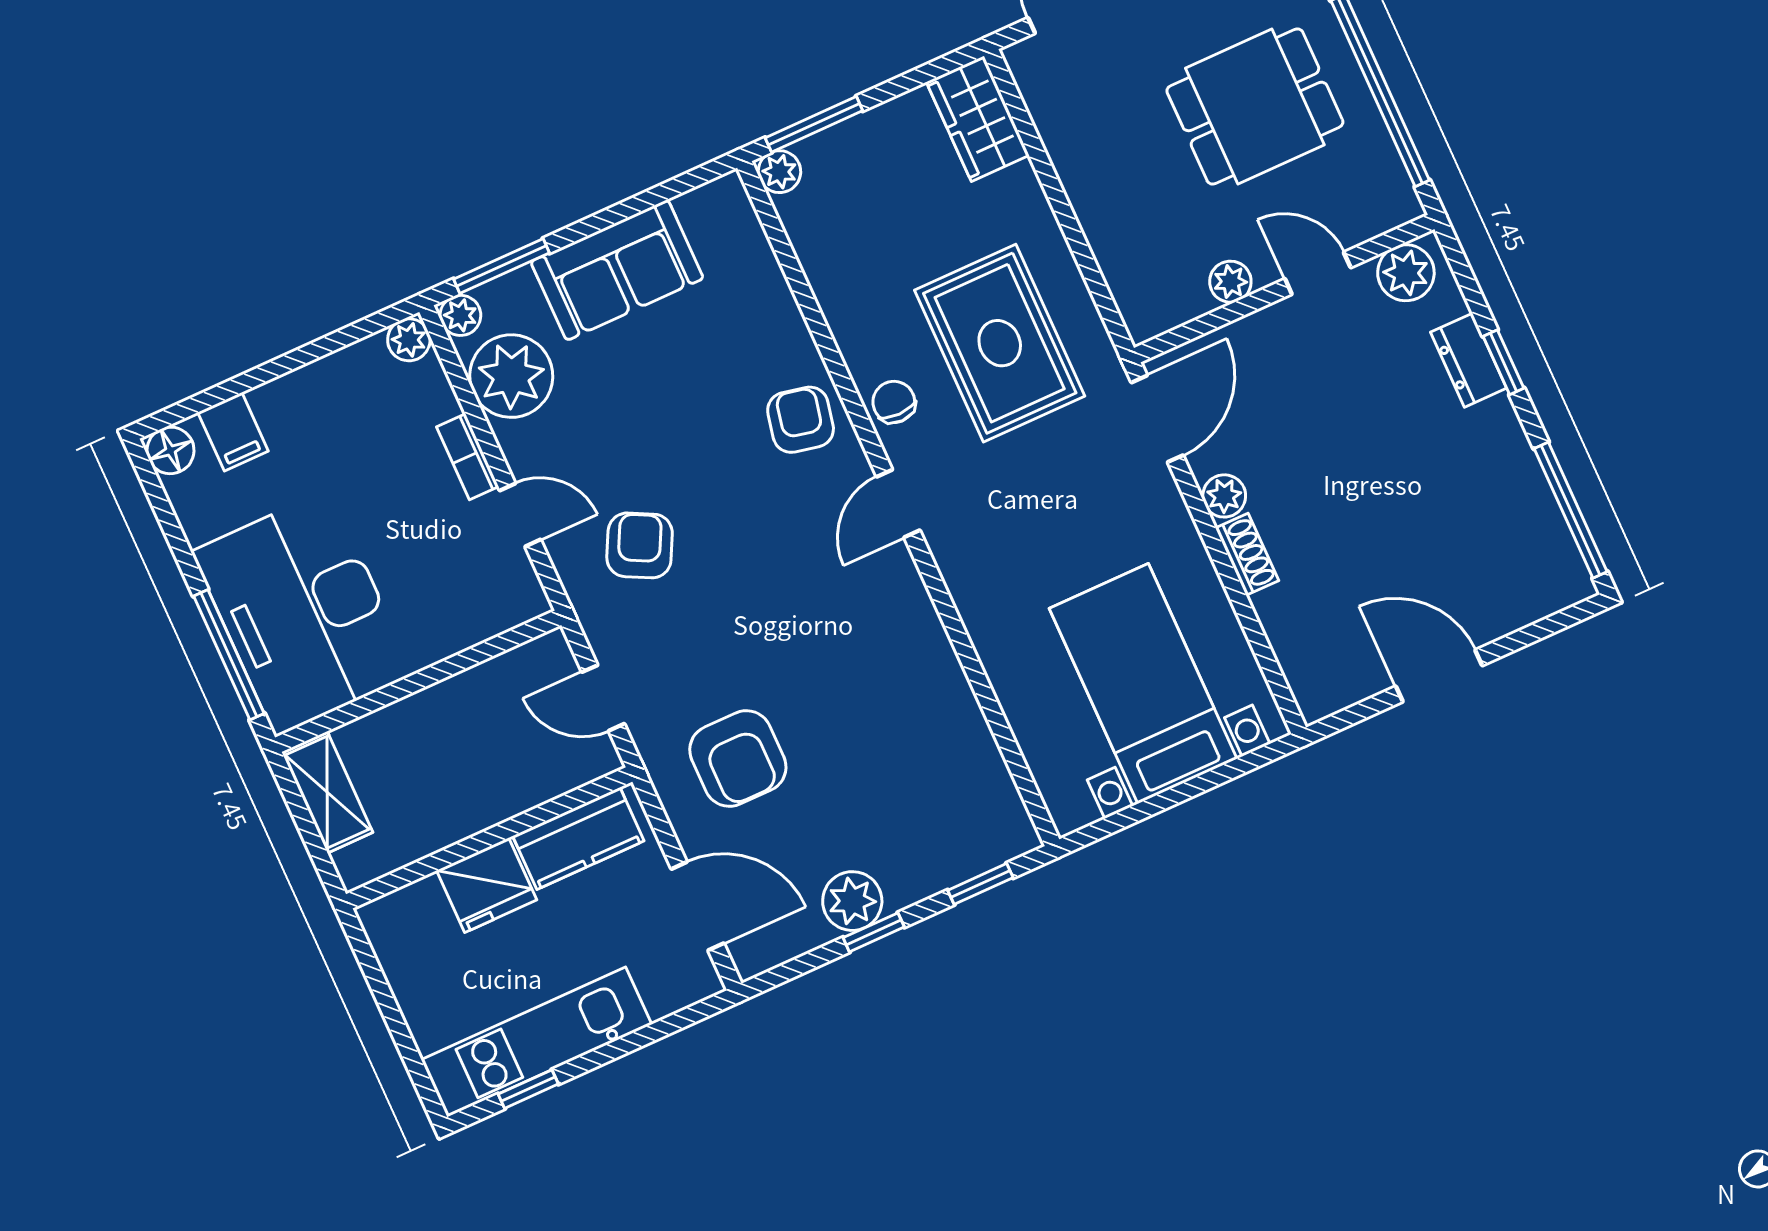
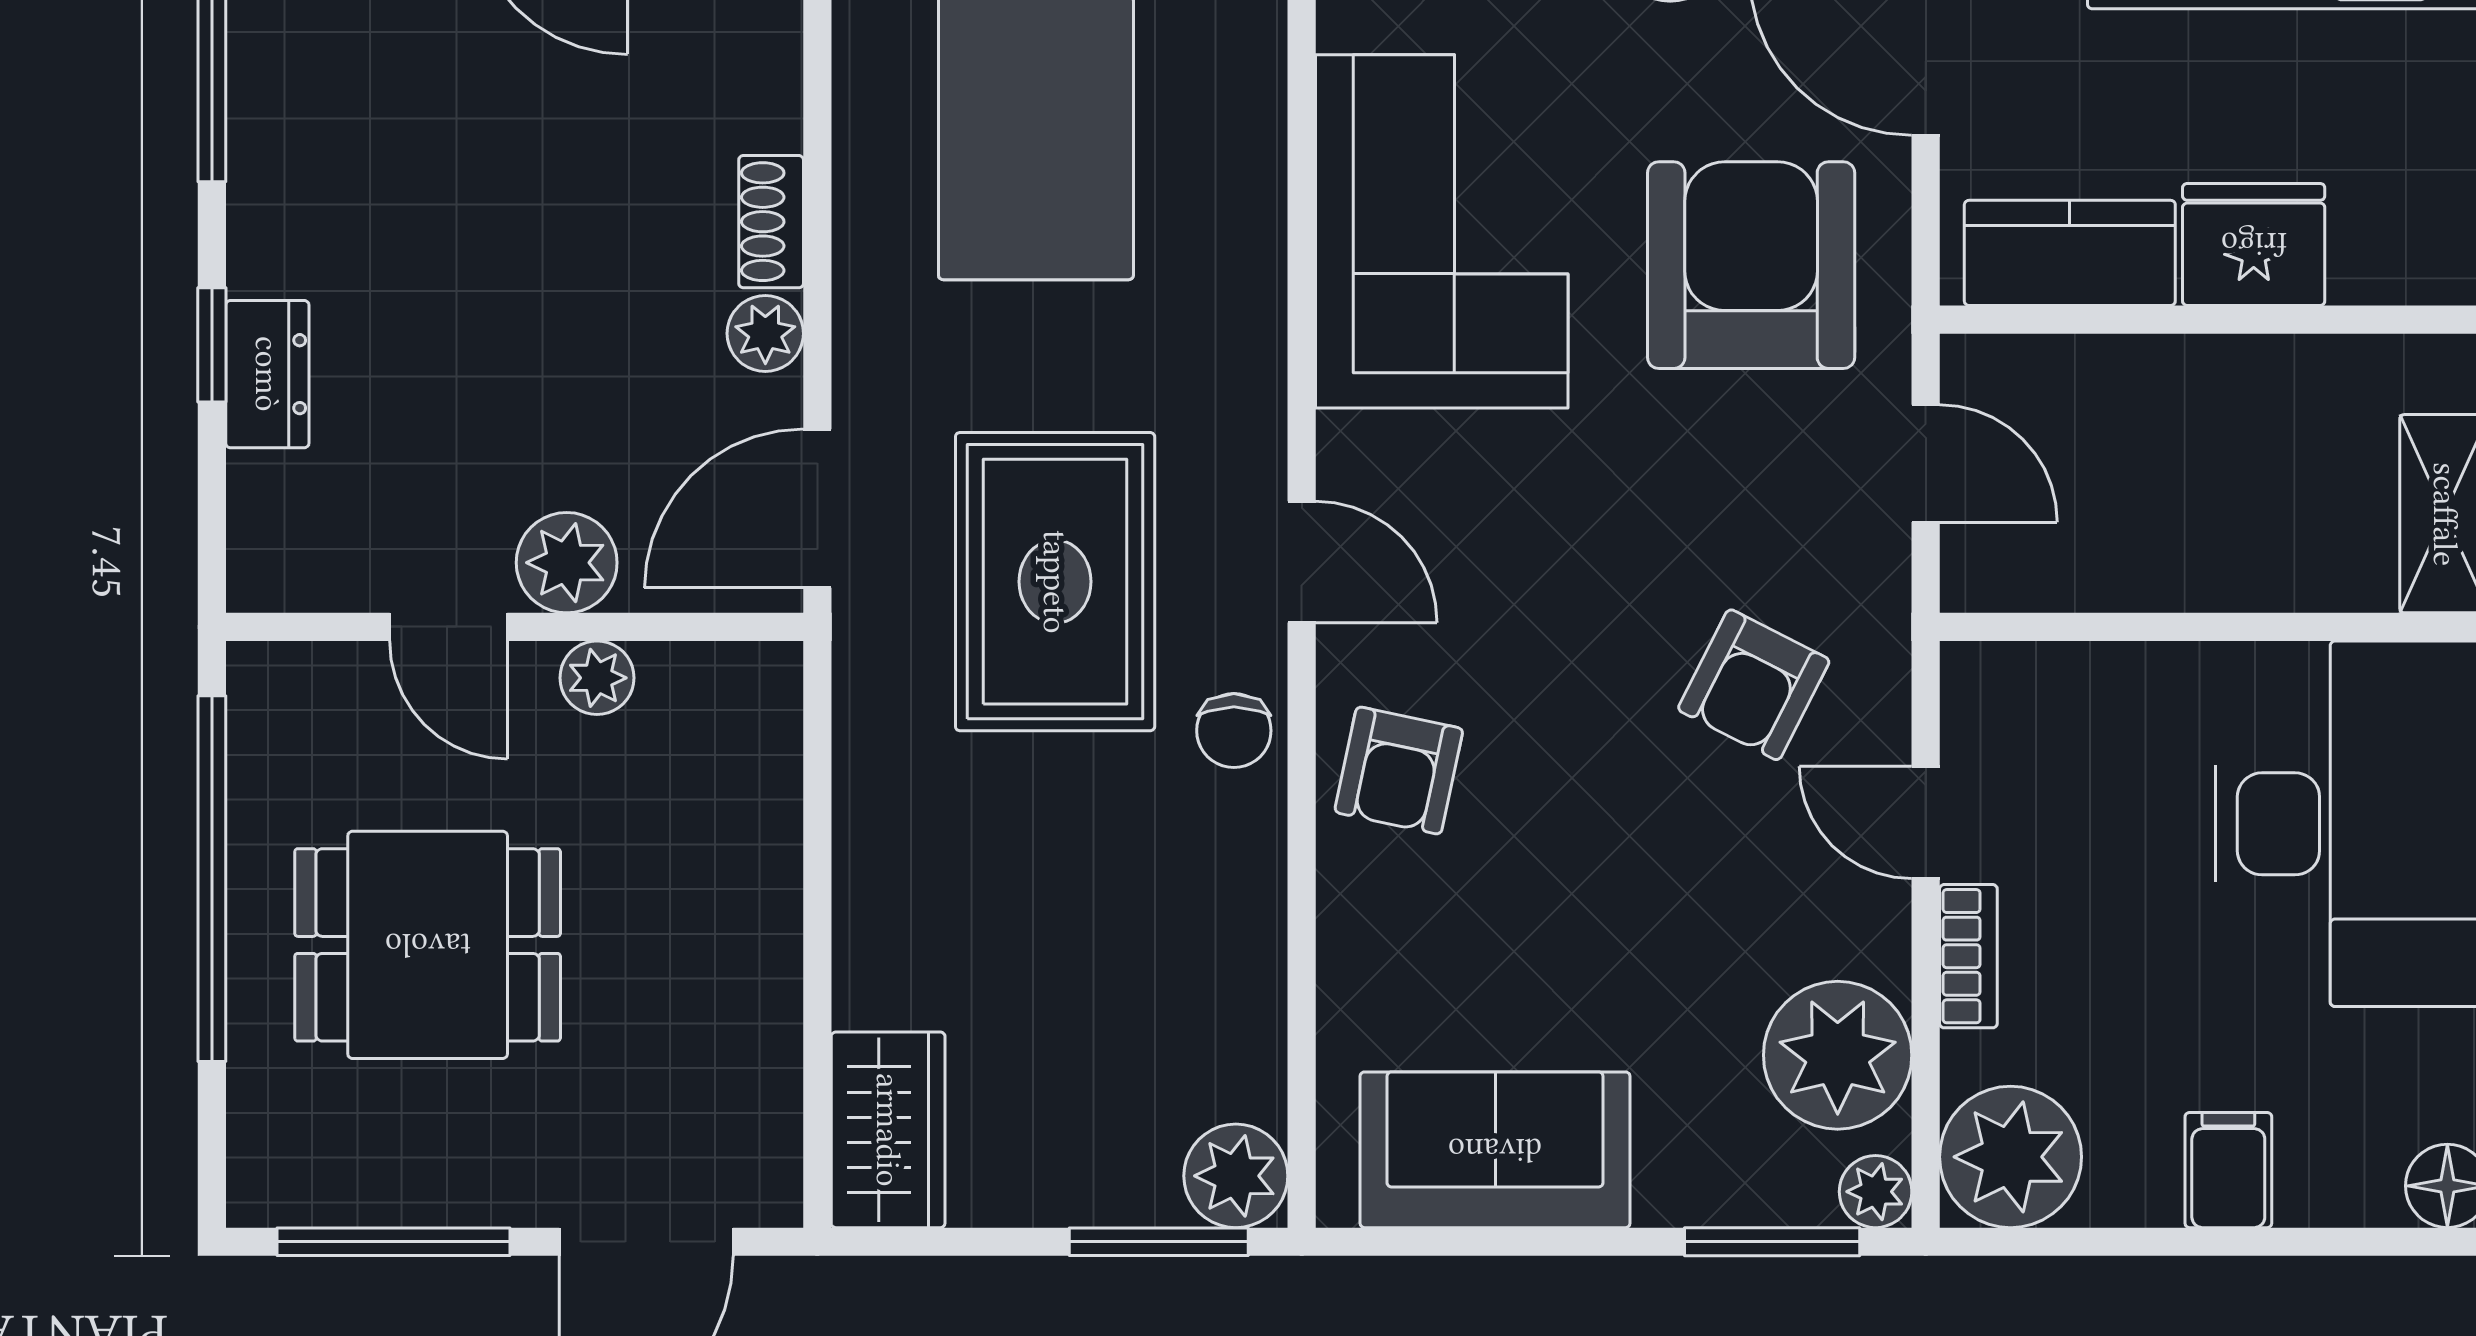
plant: (779, 172) -> (1236, 1176), width x1.38, depth x1.38
sofa: (617, 270) -> (1495, 1150), moved
plant: (1406, 273) -> (567, 563), moved
plant: (409, 340) -> (2011, 1157), width x1.87, depth x1.87
rug: (1000, 343) -> (1055, 582), moved
filing cabinet: (233, 432) -> (2228, 1170), moved
door: (898, 504) -> (1302, 562), hinge flipped
corner sofa: (903, 704) -> (1442, 231), added
armchair: (738, 759) -> (1751, 265), width x1.36, depth x1.36

